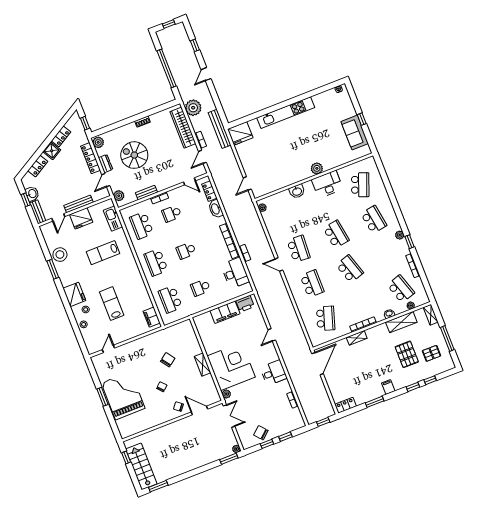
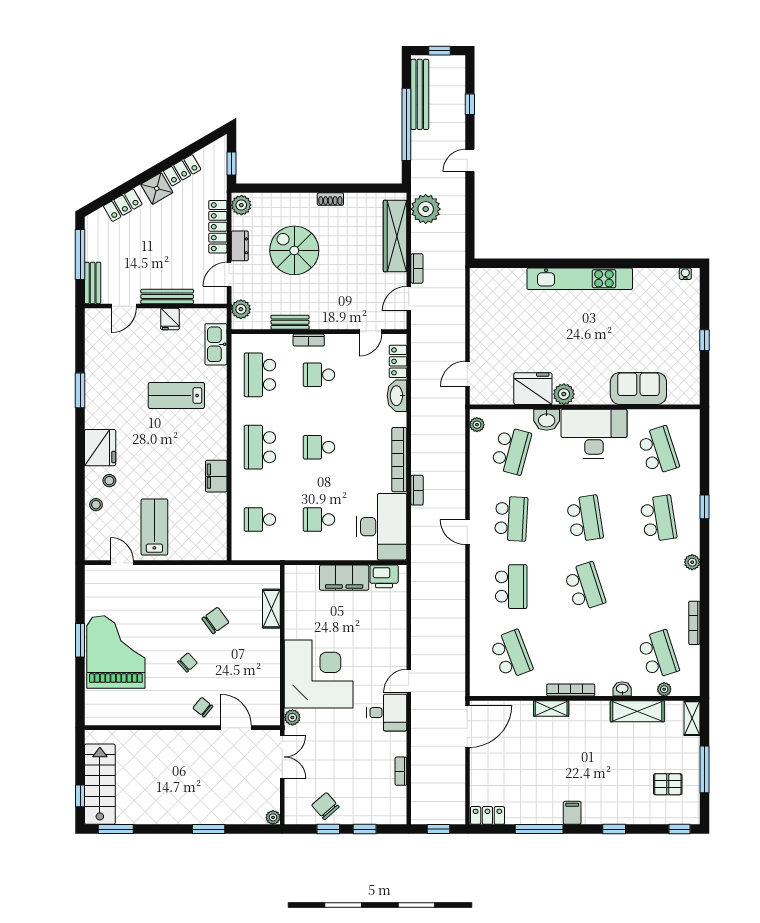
bench: (220, 129) -> (420, 94), moved
fridge: (240, 133) -> (533, 389), moved, turned 180
sofa: (355, 133) -> (638, 388), moved, turned 90
plant: (317, 168) -> (564, 394), moved
door: (189, 181) -> (370, 332), hinge flipped
desk: (327, 184) -> (594, 434), width x1.36, depth x1.30
school desk: (360, 185) -> (658, 451), turned -39
washbasin: (32, 194) -> (95, 248), removed
window: (26, 200) -> (80, 254), width x2.17
school desk: (285, 214) -> (511, 451), added
fridge: (81, 218) -> (170, 319), width x0.53, depth x0.75
window: (409, 242) -> (705, 507), moved
stool: (60, 255) -> (102, 370), removed
desk: (235, 273) -> (382, 527), width x1.36, depth x1.30
school desk: (170, 299) -> (260, 520), width x0.54
lab bench: (112, 304) -> (154, 527), moved
filing cabinet: (152, 317) -> (216, 476), moved
school desk: (326, 318) -> (511, 655), turned -39
door: (272, 335) -> (409, 681), moved
door: (108, 349) -> (122, 563), hinge flipped
pallet: (407, 354) -> (625, 770), removed
shelving: (202, 365) -> (271, 609), moved
window: (430, 380) -> (680, 829), moved
window: (375, 402) -> (539, 829), width x1.44
window: (126, 457) -> (80, 796), moved
window: (229, 459) -> (209, 829), moved

